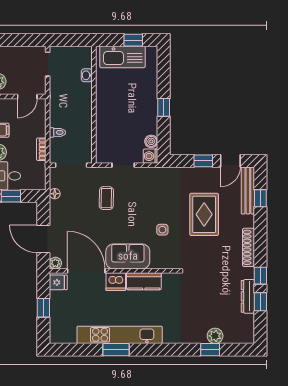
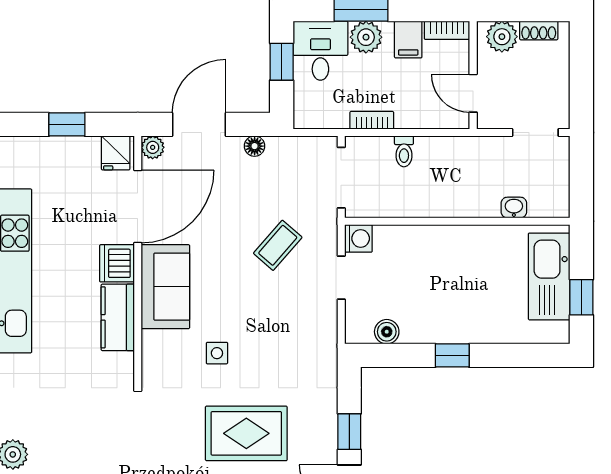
washing machine: (150, 156) -> (358, 238), moved, turned 90
floor lamp: (55, 194) -> (255, 146), moved
coffee table: (106, 198) -> (278, 245), turned -50

